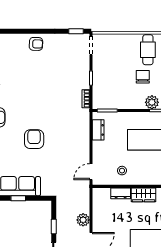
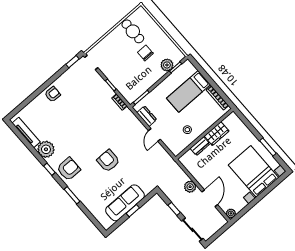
door: (91, 172) -> (154, 135), moved

